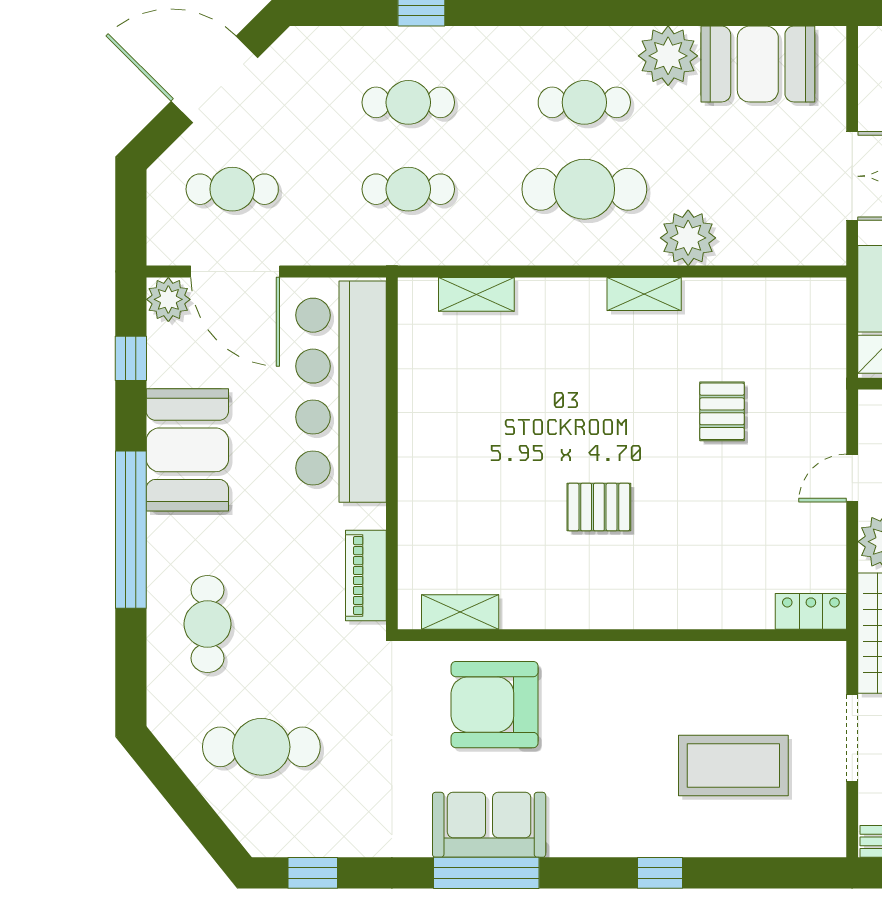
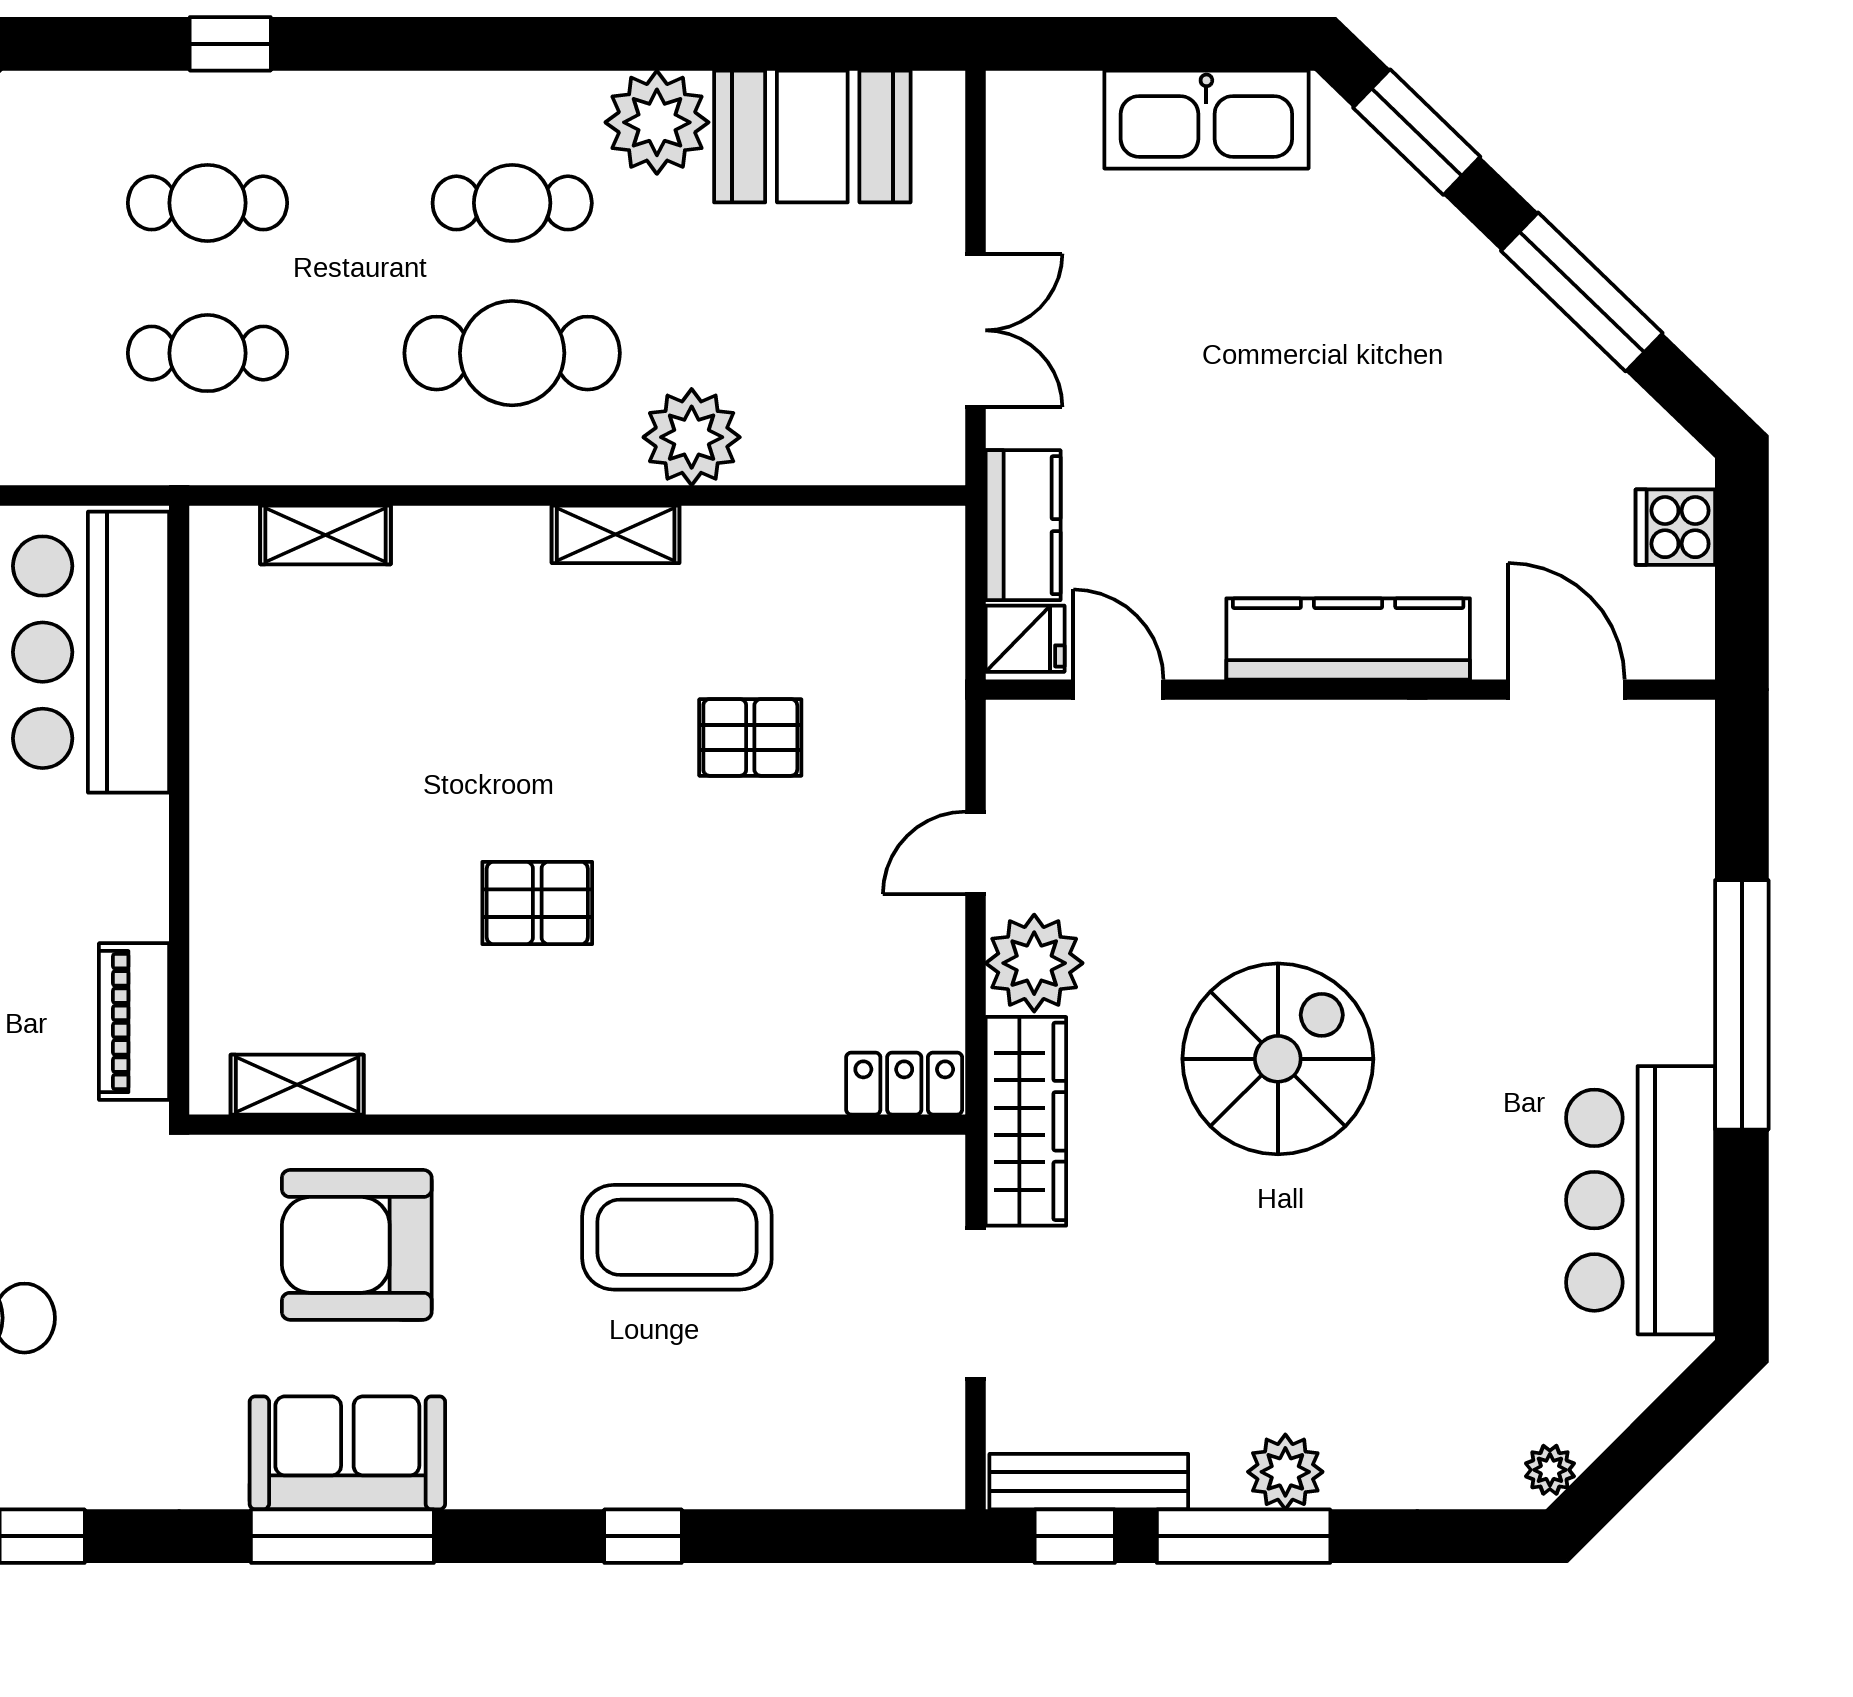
bar counter: (341, 392) -> (91, 652), width x0.73
pallet: (722, 411) -> (750, 737), turned 90
coffee table: (733, 766) -> (677, 1237), moved

